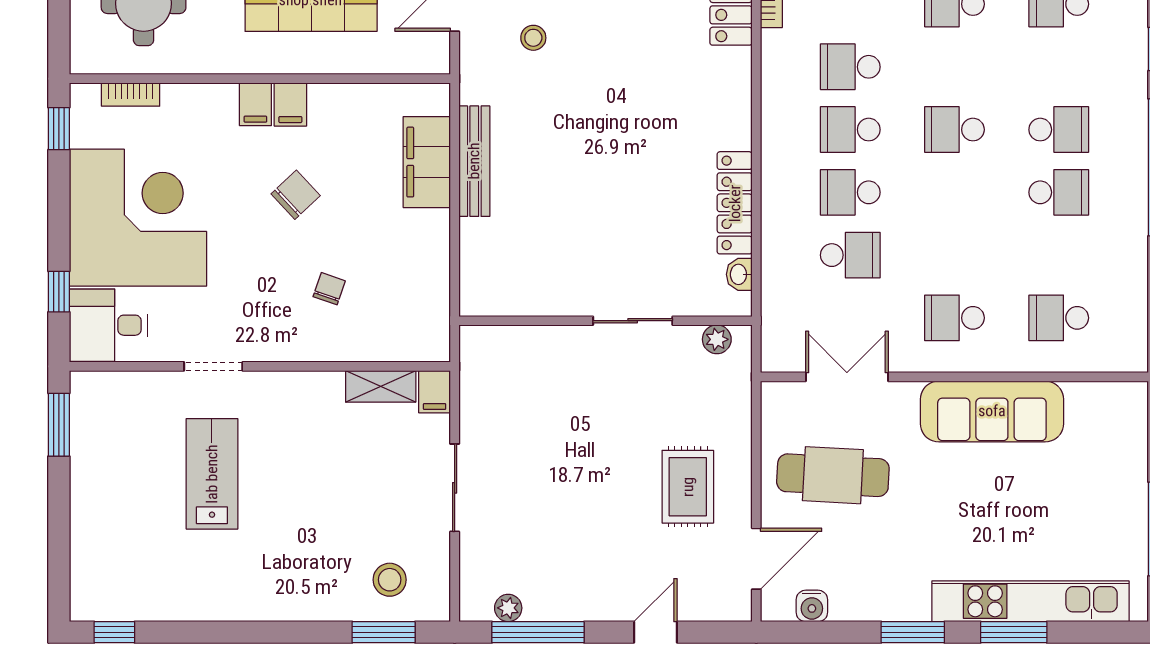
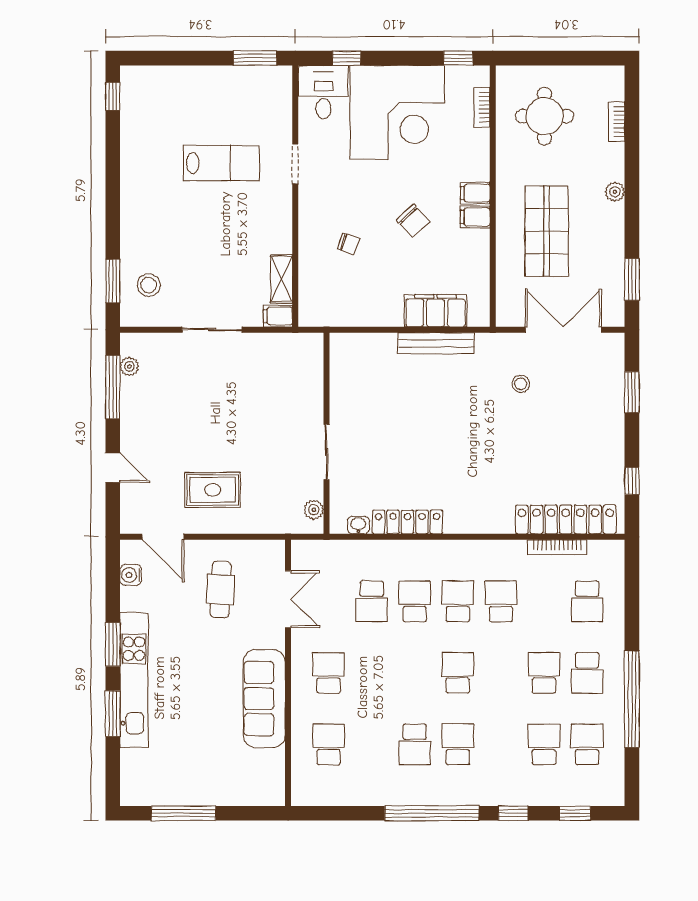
school desk: (1059, 130) -> (458, 744), turned 180
cafe table: (833, 475) -> (221, 589), width x0.73, depth x0.74
kitchen unit: (1030, 601) -> (134, 680), moved

